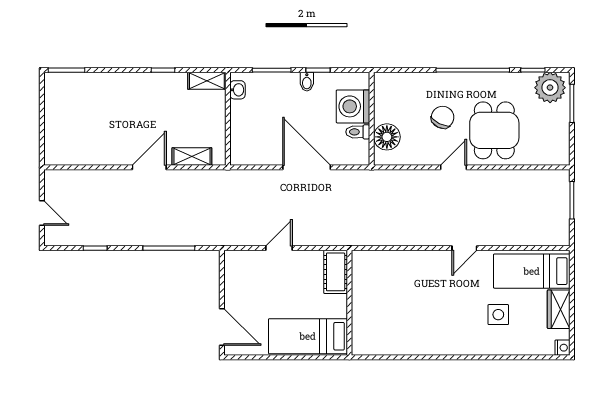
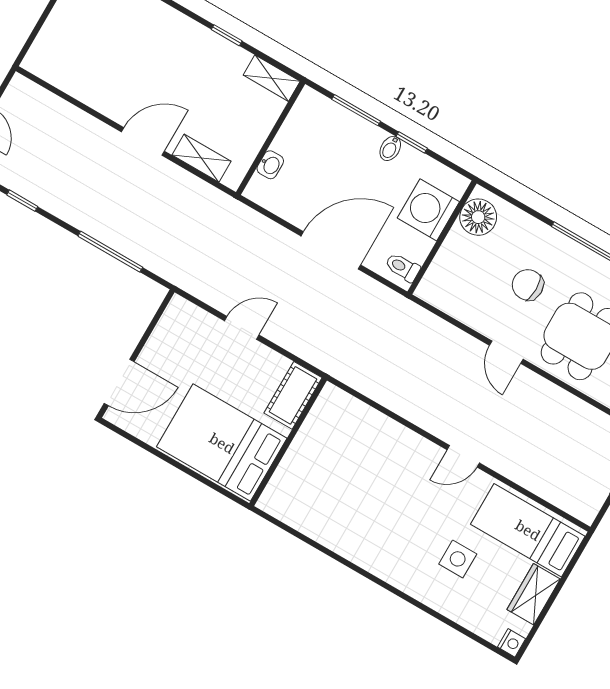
washbasin: (237, 90) -> (270, 165), moved
chair: (443, 117) -> (528, 285), turned -116
toilet: (358, 132) -> (403, 267), moved
floor lamp: (387, 137) -> (478, 217), moved
door: (307, 167) -> (331, 250), hinge flipped
door: (454, 167) -> (506, 352), swing flipped
door: (222, 327) -> (119, 382), hinge flipped
bed: (308, 336) -> (222, 443), width x1.50

